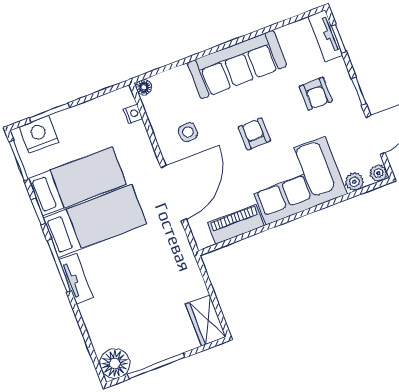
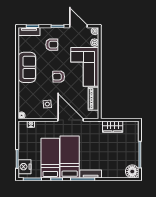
sofa: (237, 64) -> (27, 67), width x0.73
wardrobe: (206, 321) -> (113, 127), moved

